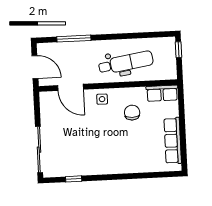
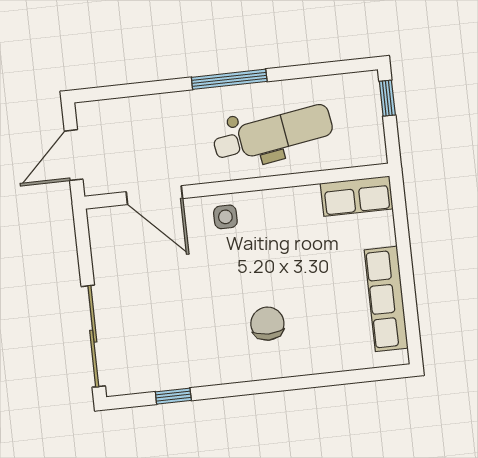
window: (74, 39) -> (229, 79), moved
door: (35, 67) -> (74, 155), swing flipped
chair: (132, 113) -> (267, 324), moved

